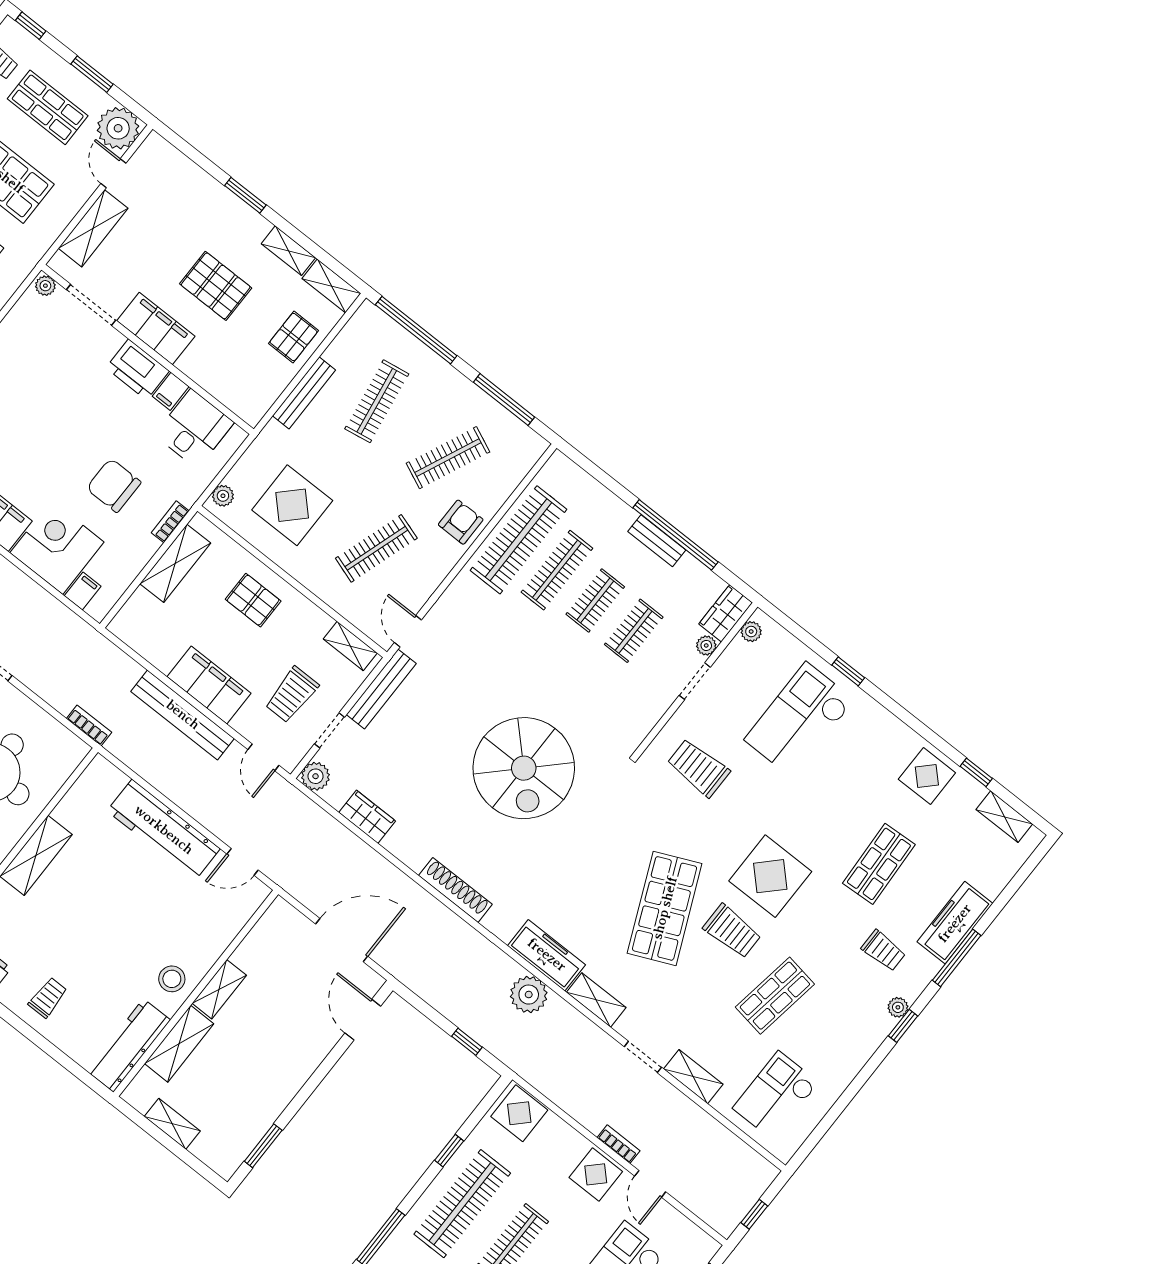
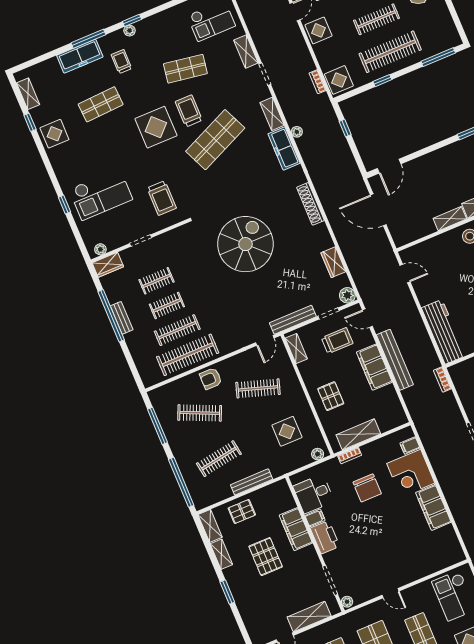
filing cabinet: (156, 329) -> (296, 529), moved
display table: (292, 505) -> (287, 431), width x0.73, depth x0.73
plant: (706, 645) -> (126, 255), removed
door: (263, 757) -> (367, 318), swing flipped
workbench: (164, 830) -> (444, 332), moved
plant: (529, 995) -> (297, 132), width x0.53, depth x0.53
bookcase: (619, 1144) -> (318, 82), moved

